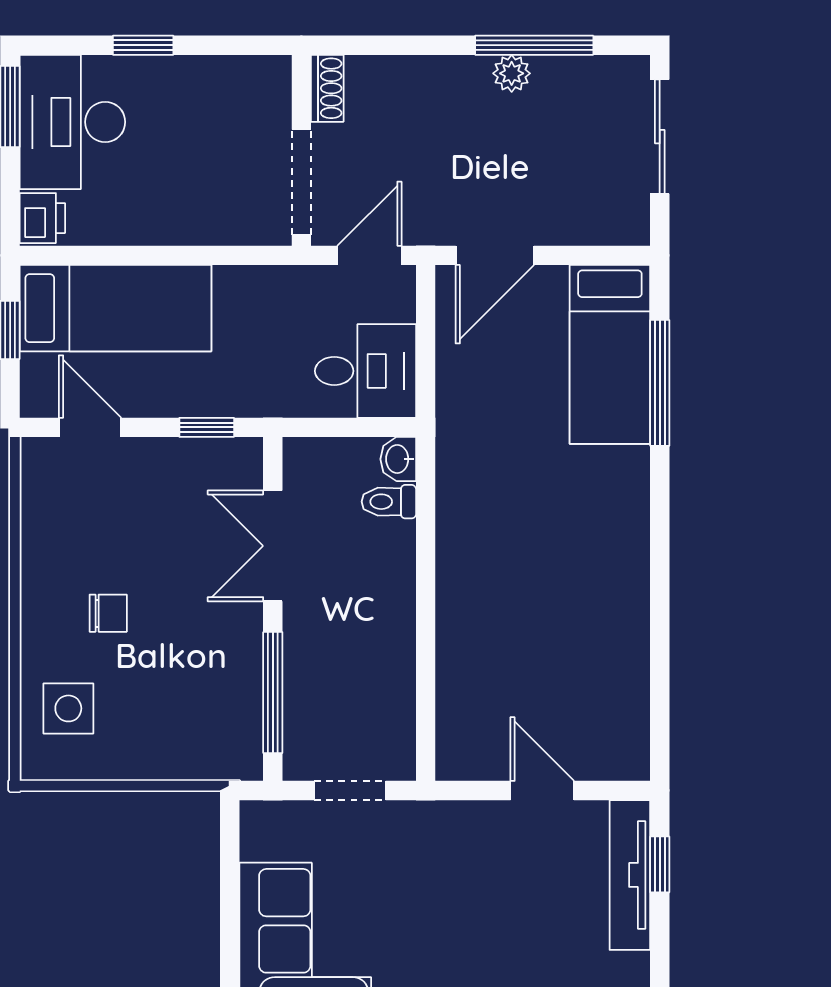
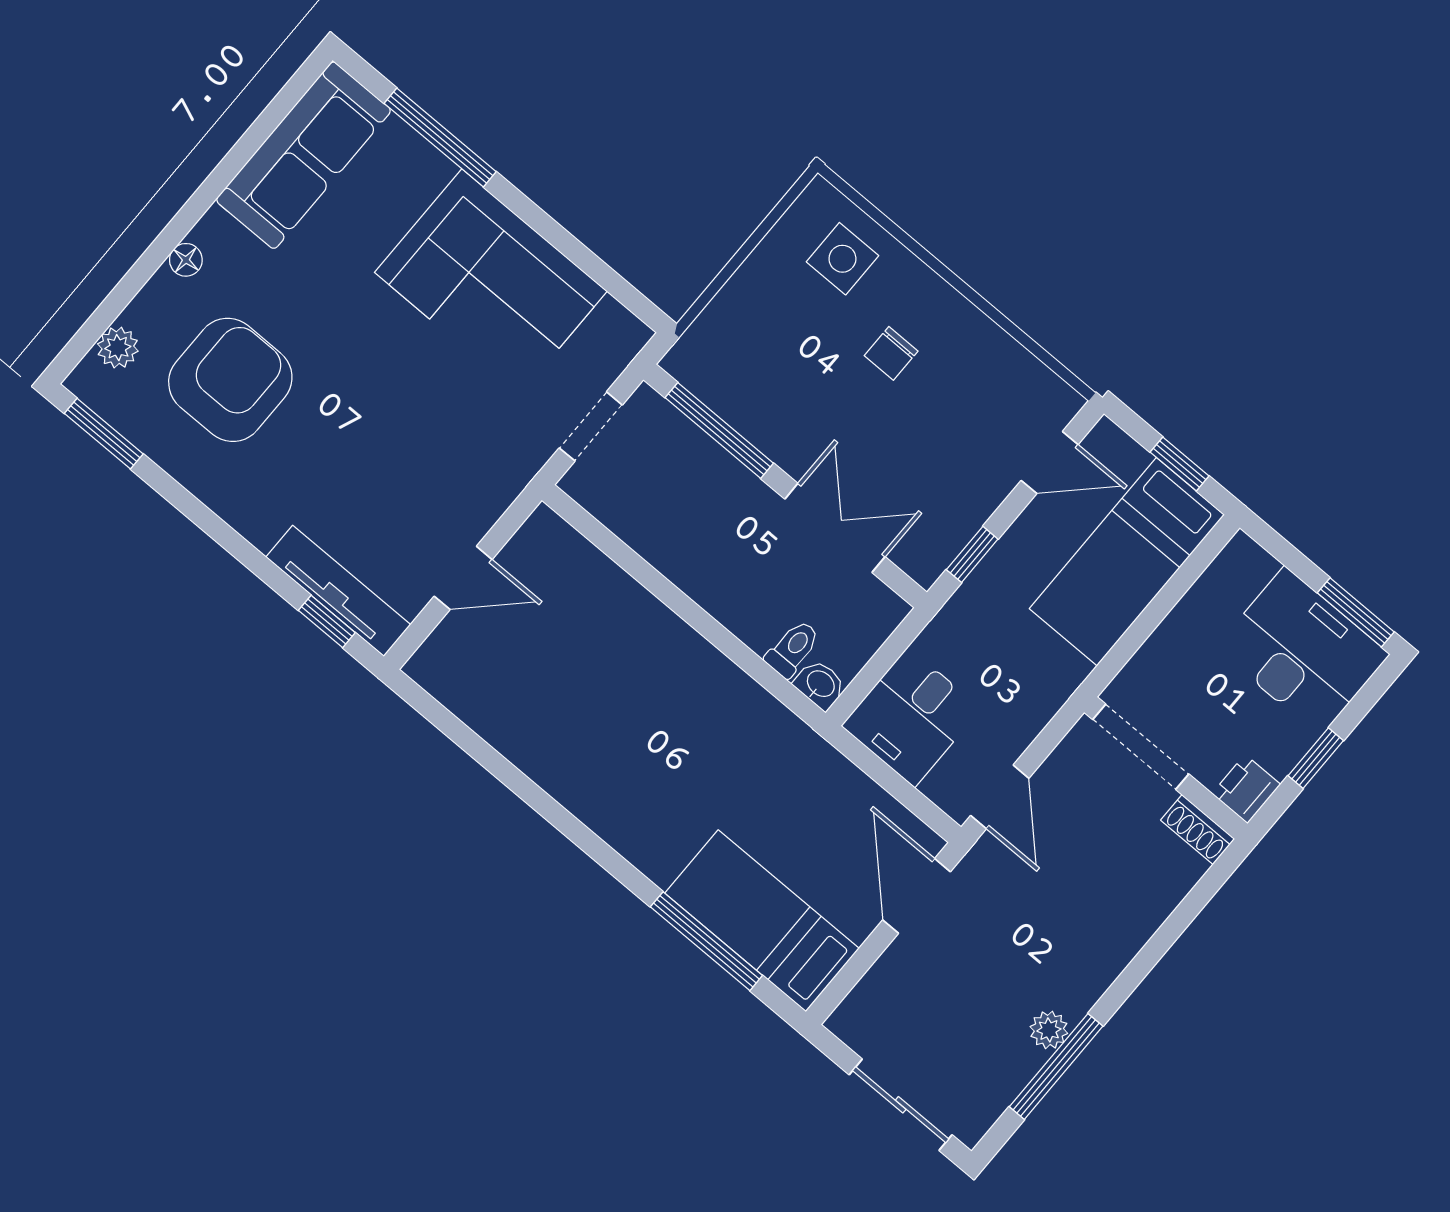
shoe rack: (327, 88) -> (1198, 829), moved
wall: (301, 150) -> (1166, 768), moved
doorway: (301, 182) -> (1141, 747), moved
printer: (42, 218) -> (1246, 789), moved, turned 90

